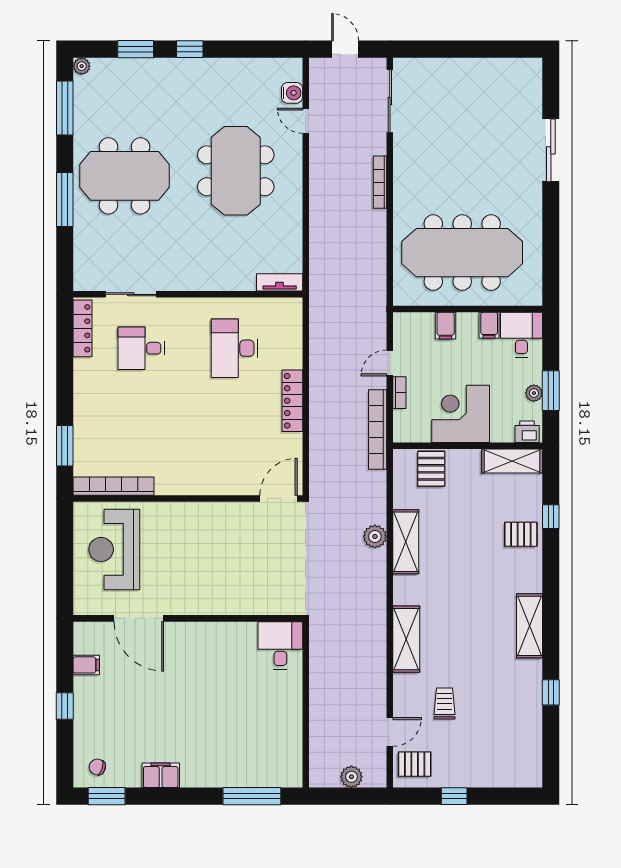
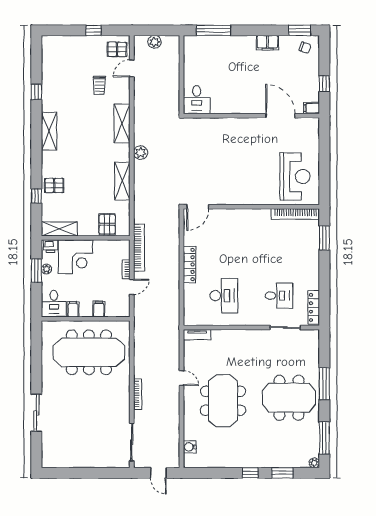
door: (306, 121) -> (182, 378), moved
corner desk: (461, 414) -> (76, 257), moved
plant: (375, 536) -> (141, 153), moved
door: (139, 618) -> (280, 116), moved
wall: (188, 618) -> (251, 116), moved
desk: (280, 645) -> (197, 100), moved

